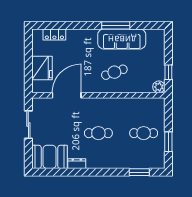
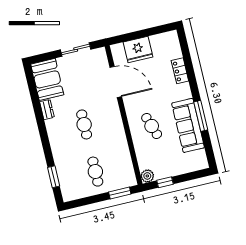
locker: (54, 34) -> (180, 71), moved
window: (168, 142) -> (120, 193), moved

